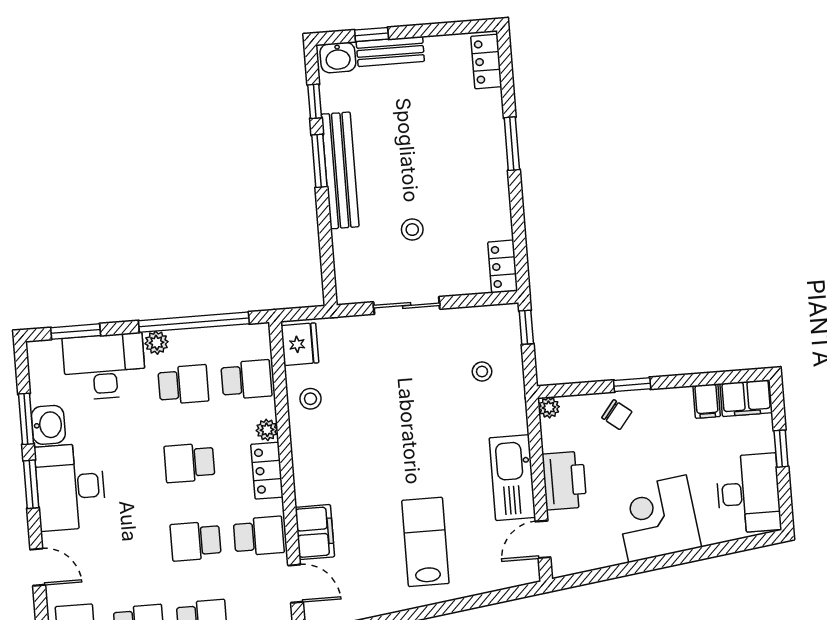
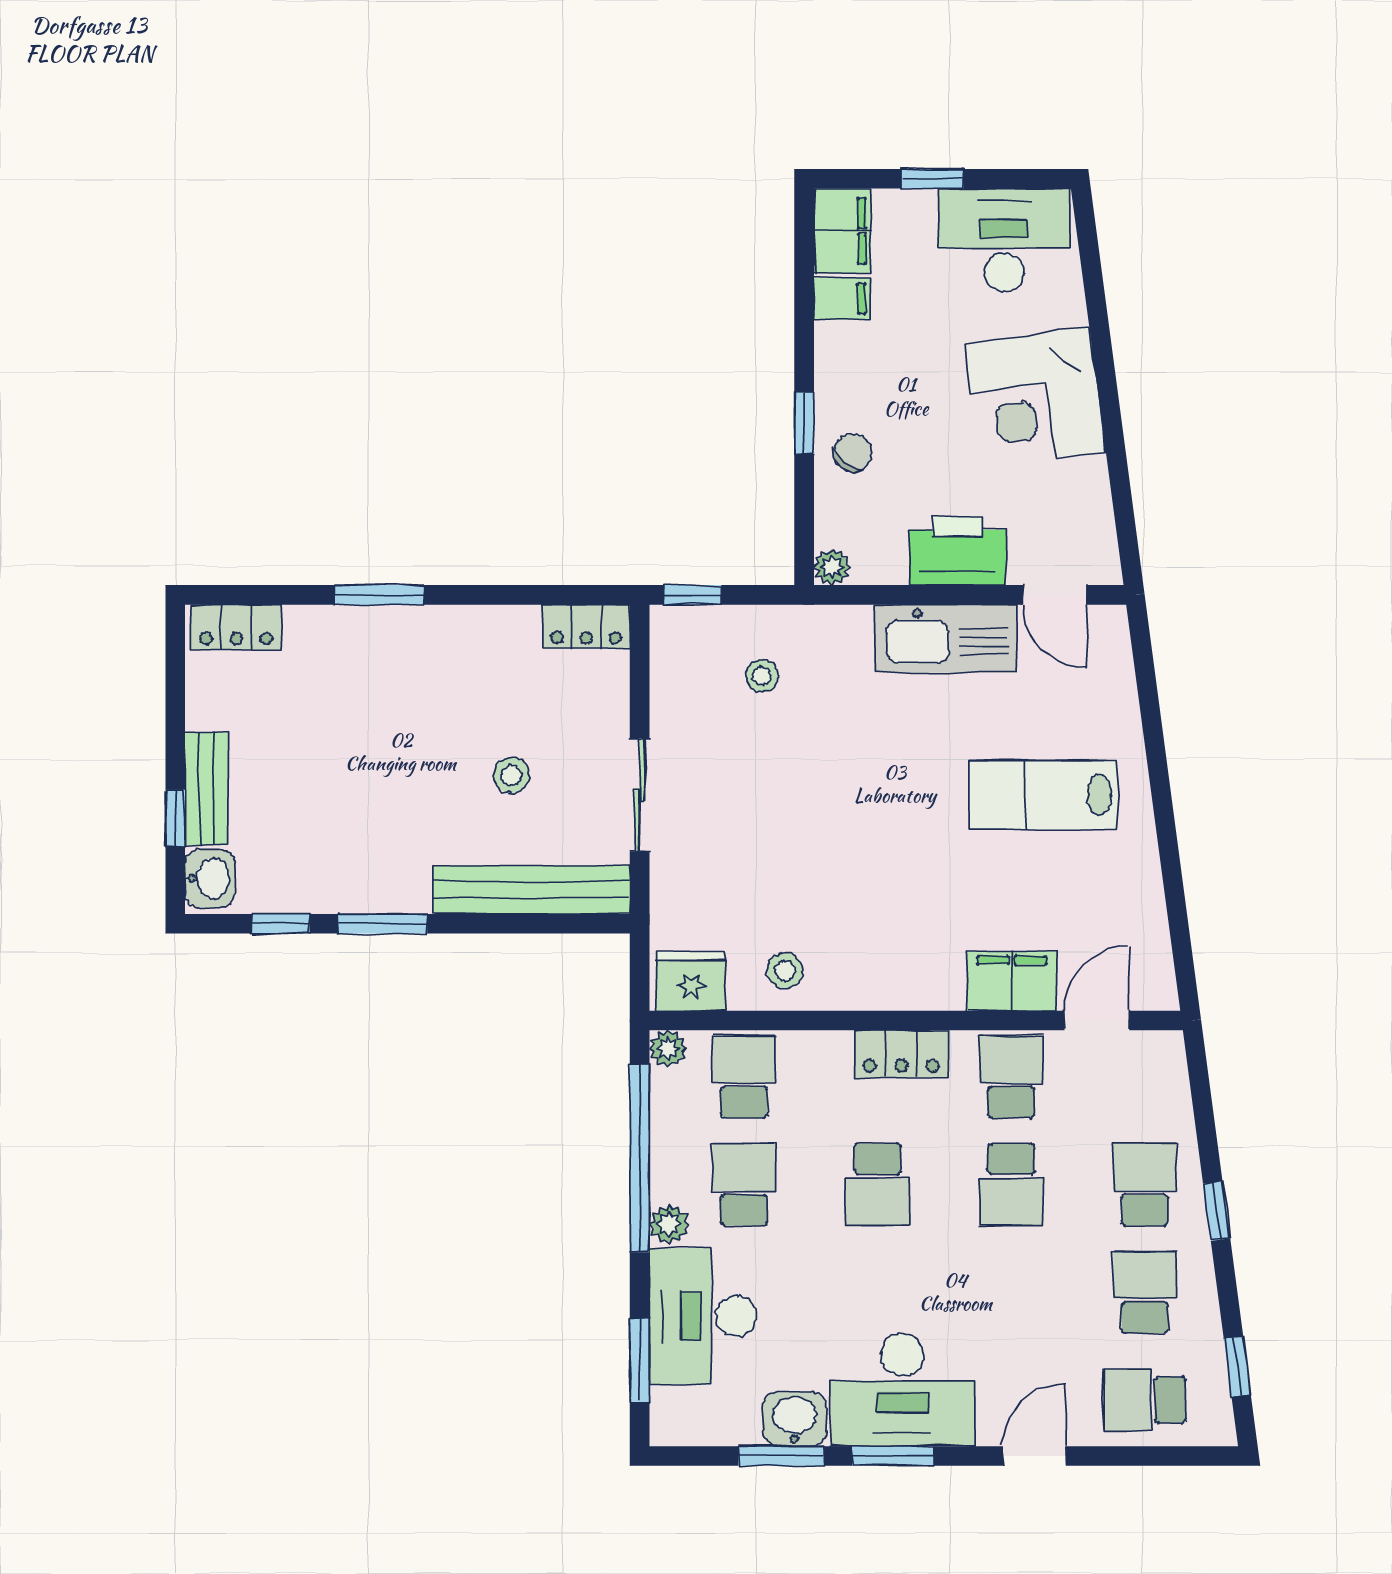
bench: (340, 170) -> (532, 890), moved
plant: (267, 430) -> (668, 1049), moved

